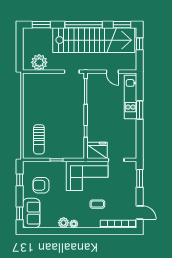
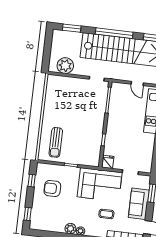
fridge: (97, 150) -> (108, 162), width x0.53, depth x0.75
sofa: (31, 213) -> (139, 204), moved, turned 180

